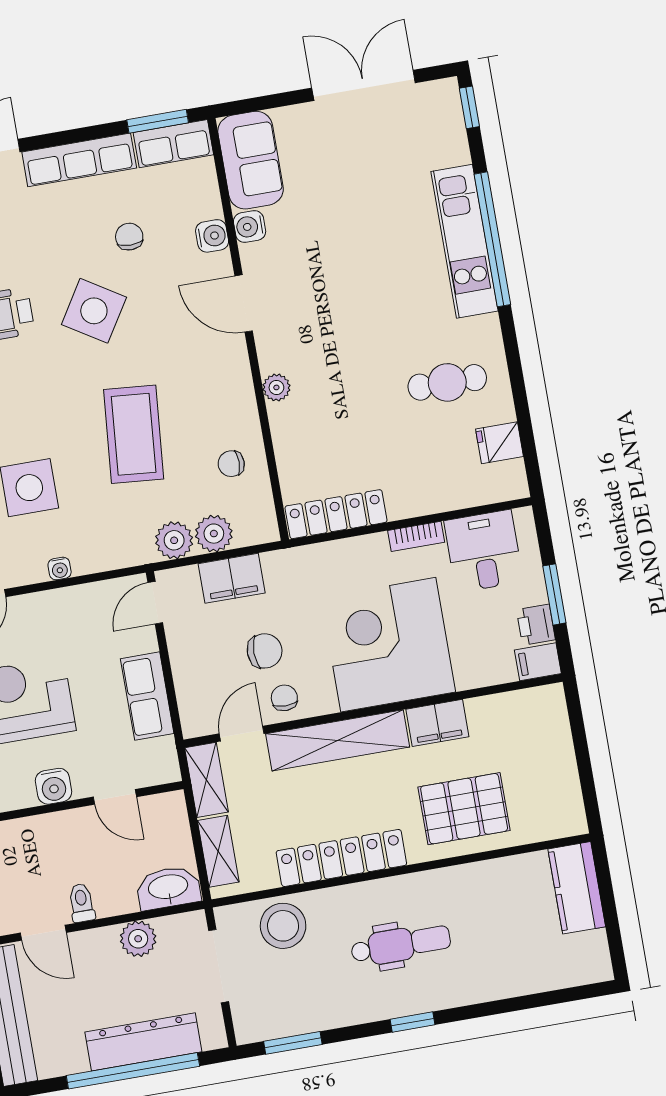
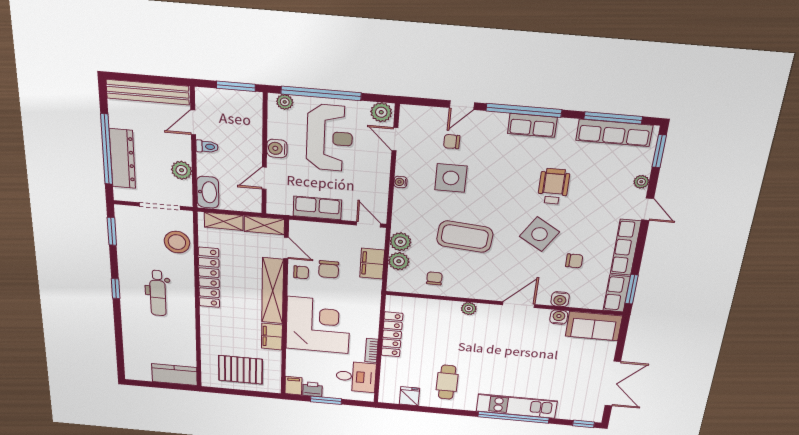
locker: (336, 514) -> (392, 334), moved
pallet: (464, 809) -> (240, 370), moved, turned 90

